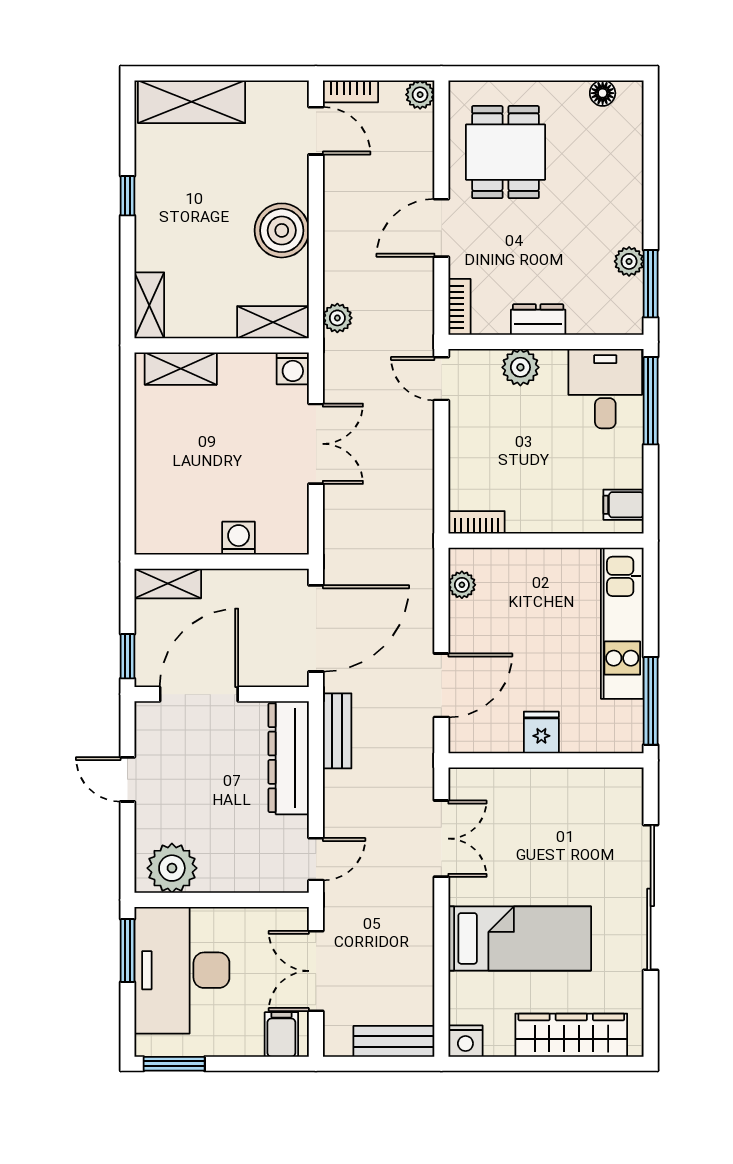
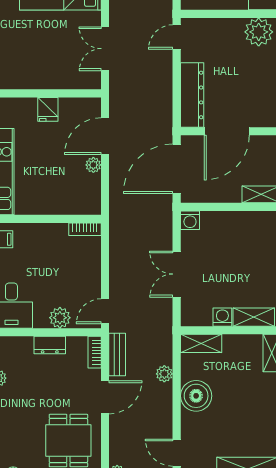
plant: (337, 318) -> (164, 374), moved
washing machine: (293, 368) -> (222, 317), moved
door: (441, 379) -> (105, 311), swing flipped
washing machine: (239, 538) -> (190, 220), moved
plant: (462, 585) -> (93, 165), moved
door: (199, 694) -> (227, 131), moved
bench: (337, 731) -> (117, 355), moved

